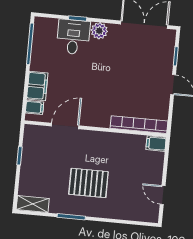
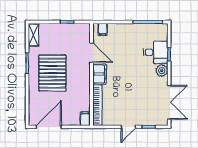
filing cabinet: (37, 86) -> (100, 74), moved, turned -90
pallet: (88, 183) -> (52, 73), width x1.37, depth x1.41
door: (163, 195) -> (49, 127), width x1.87

